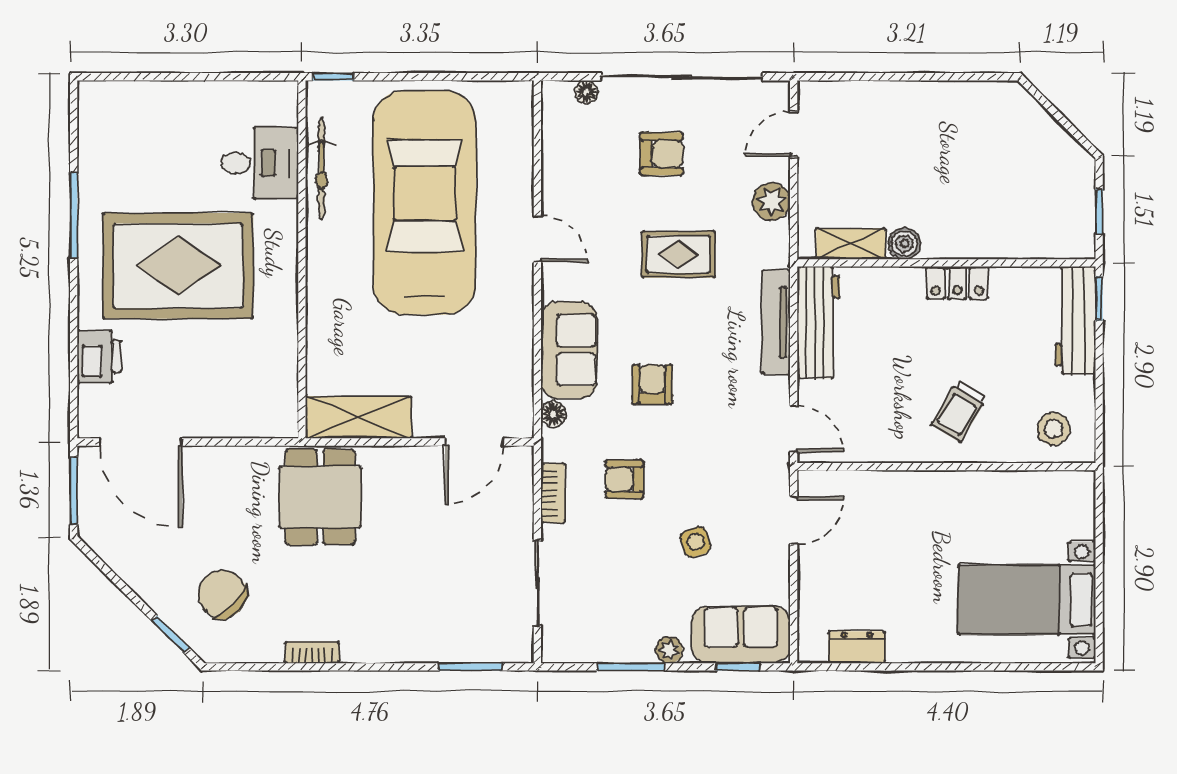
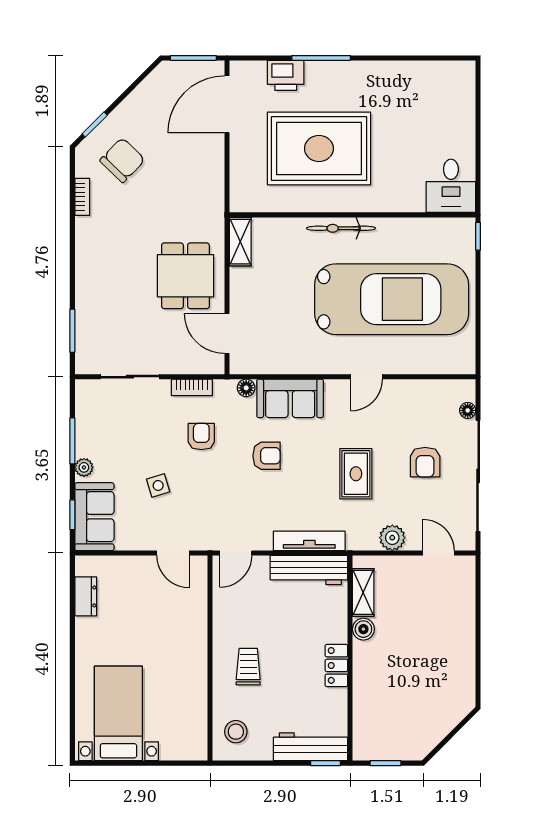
desk: (260, 163) -> (451, 186), moved
bicycle: (321, 168) -> (341, 228), moved
window: (74, 215) -> (321, 58), moved
rug: (178, 266) -> (319, 149), moved, turned 90
trolley: (959, 411) -> (248, 667), turned 59
shelving: (359, 417) -> (240, 242), width x0.67, depth x0.75
dining table: (320, 497) -> (185, 276), moved, turned 90
bookcase: (312, 652) -> (82, 197), moved

